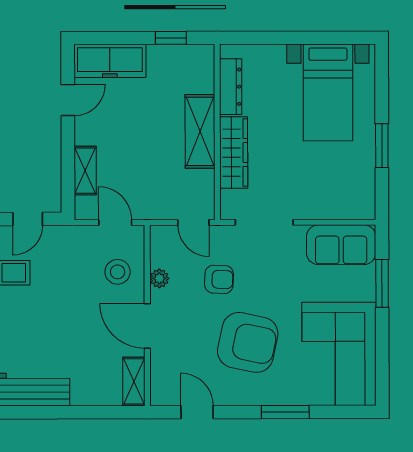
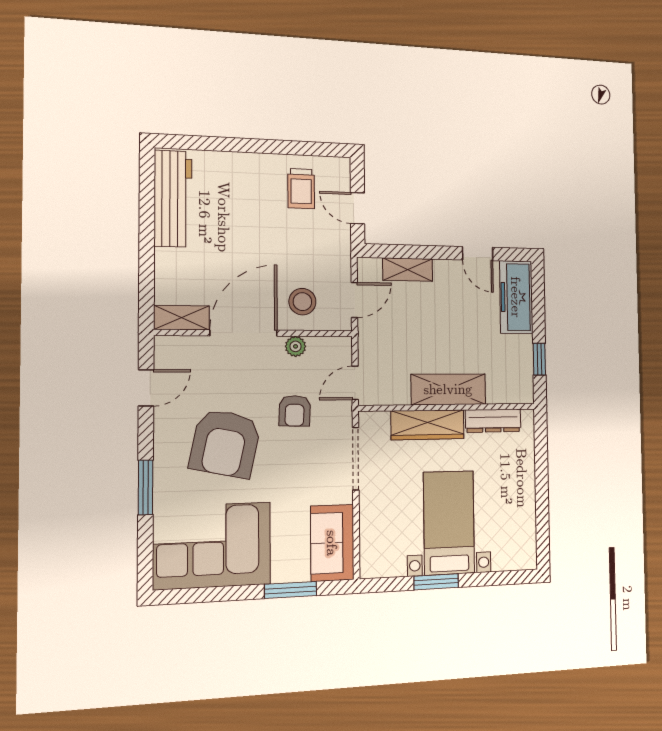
bed with nightstands: (328, 92) -> (449, 523), moved, turned 90
door: (147, 326) -> (244, 333), width x1.36

